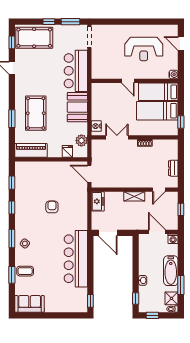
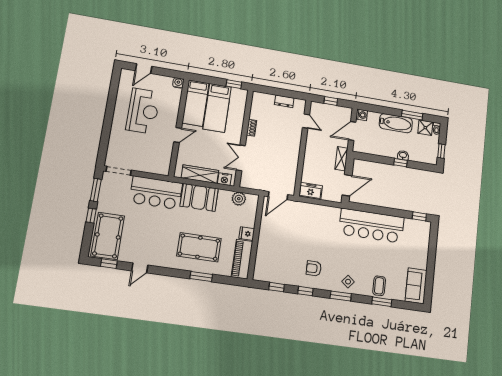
wardrobe: (97, 105) -> (200, 174), added
fridge: (67, 151) -> (247, 234), moved
shelving: (134, 196) -> (341, 159), moved
armchair: (52, 207) -> (314, 268), moved
window: (136, 298) -> (400, 163), moved

